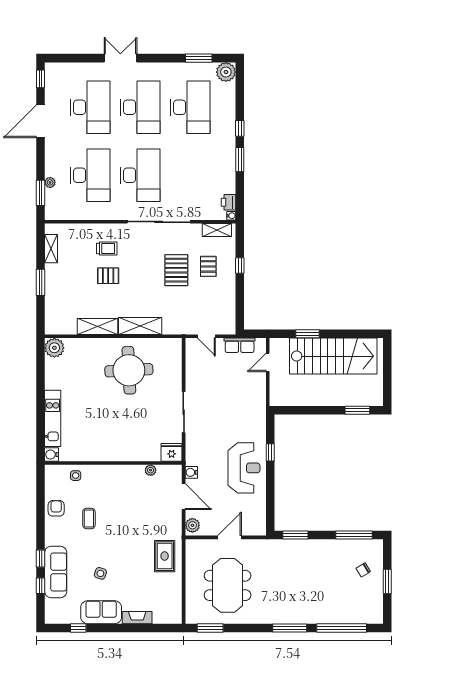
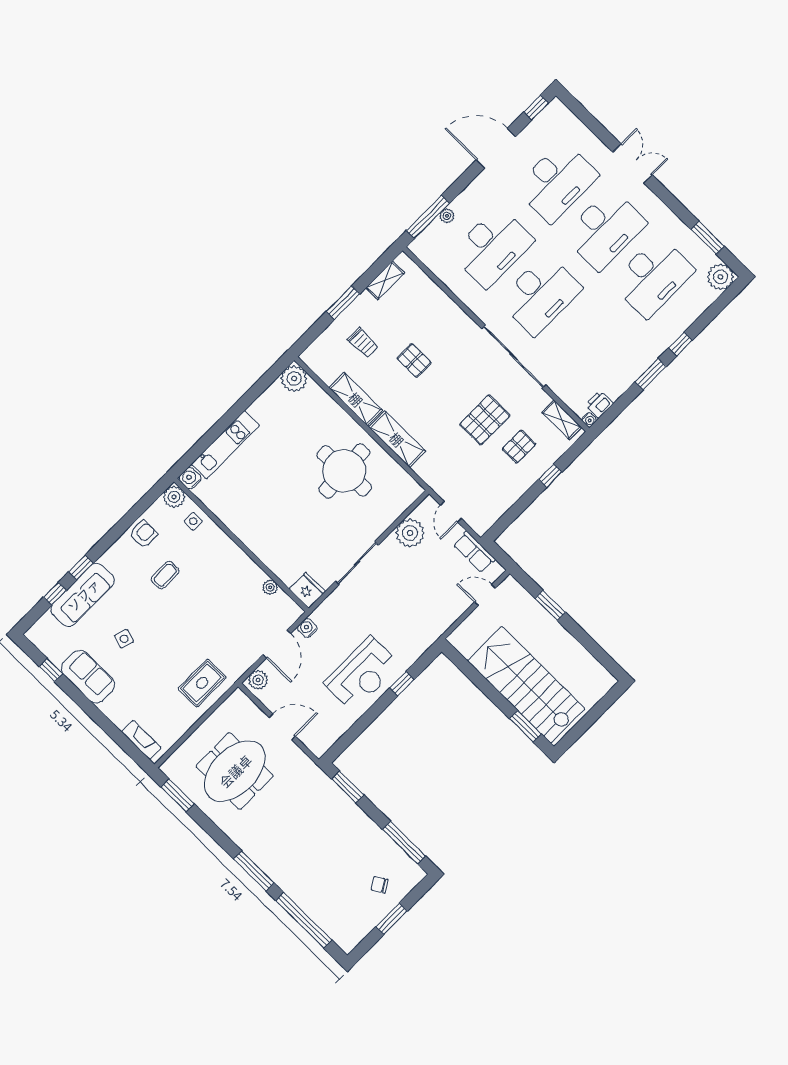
window: (41, 193) -> (428, 217), width x1.44
trolley: (107, 248) -> (363, 343), moved
stairs: (333, 356) -> (526, 685), moved, turned 180
plant: (196, 369) -> (410, 533), added
plant: (53, 473) -> (174, 497), added
fireplace: (137, 618) -> (141, 740), moved

